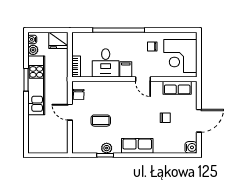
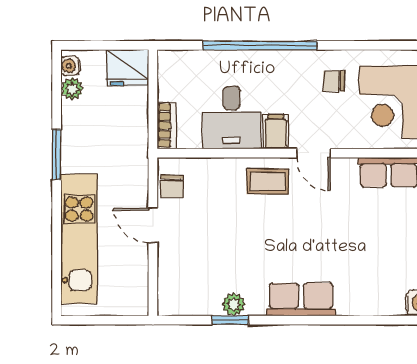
kitchen unit: (36, 85) -> (79, 239), moved
chair: (165, 118) -> (362, 238), removed
coffee table: (101, 121) -> (268, 181), moved

